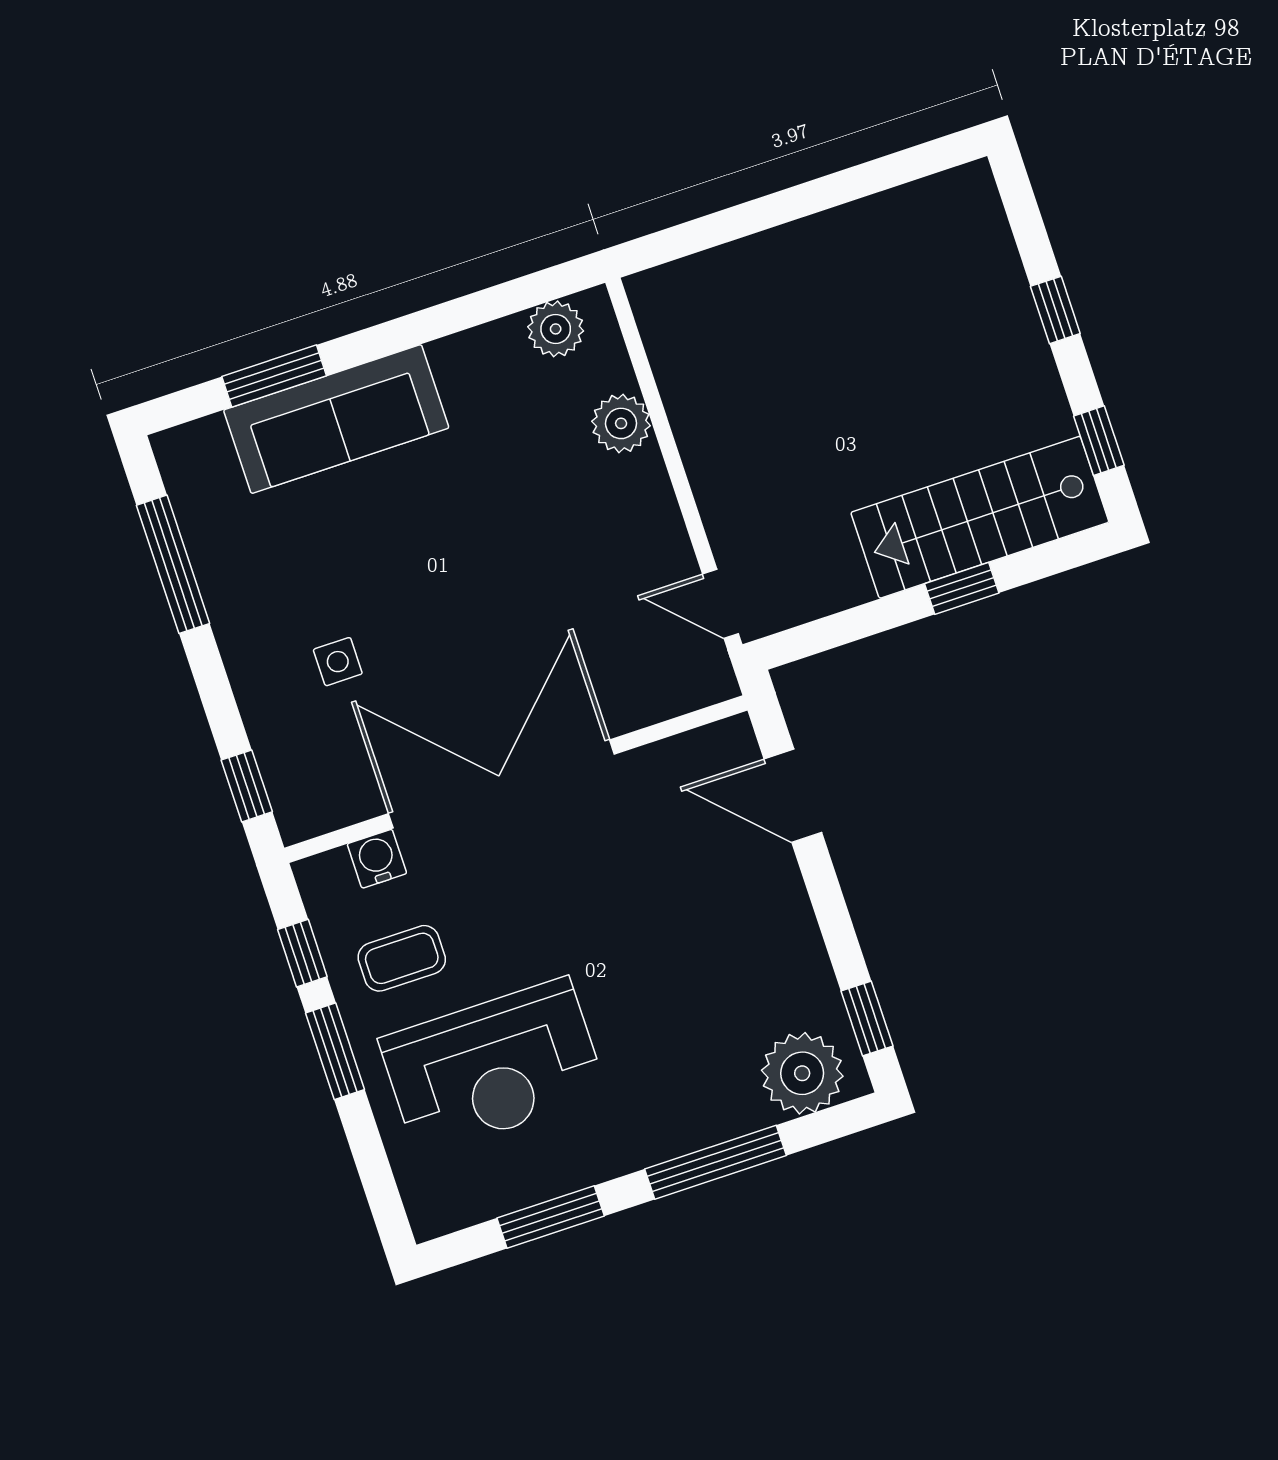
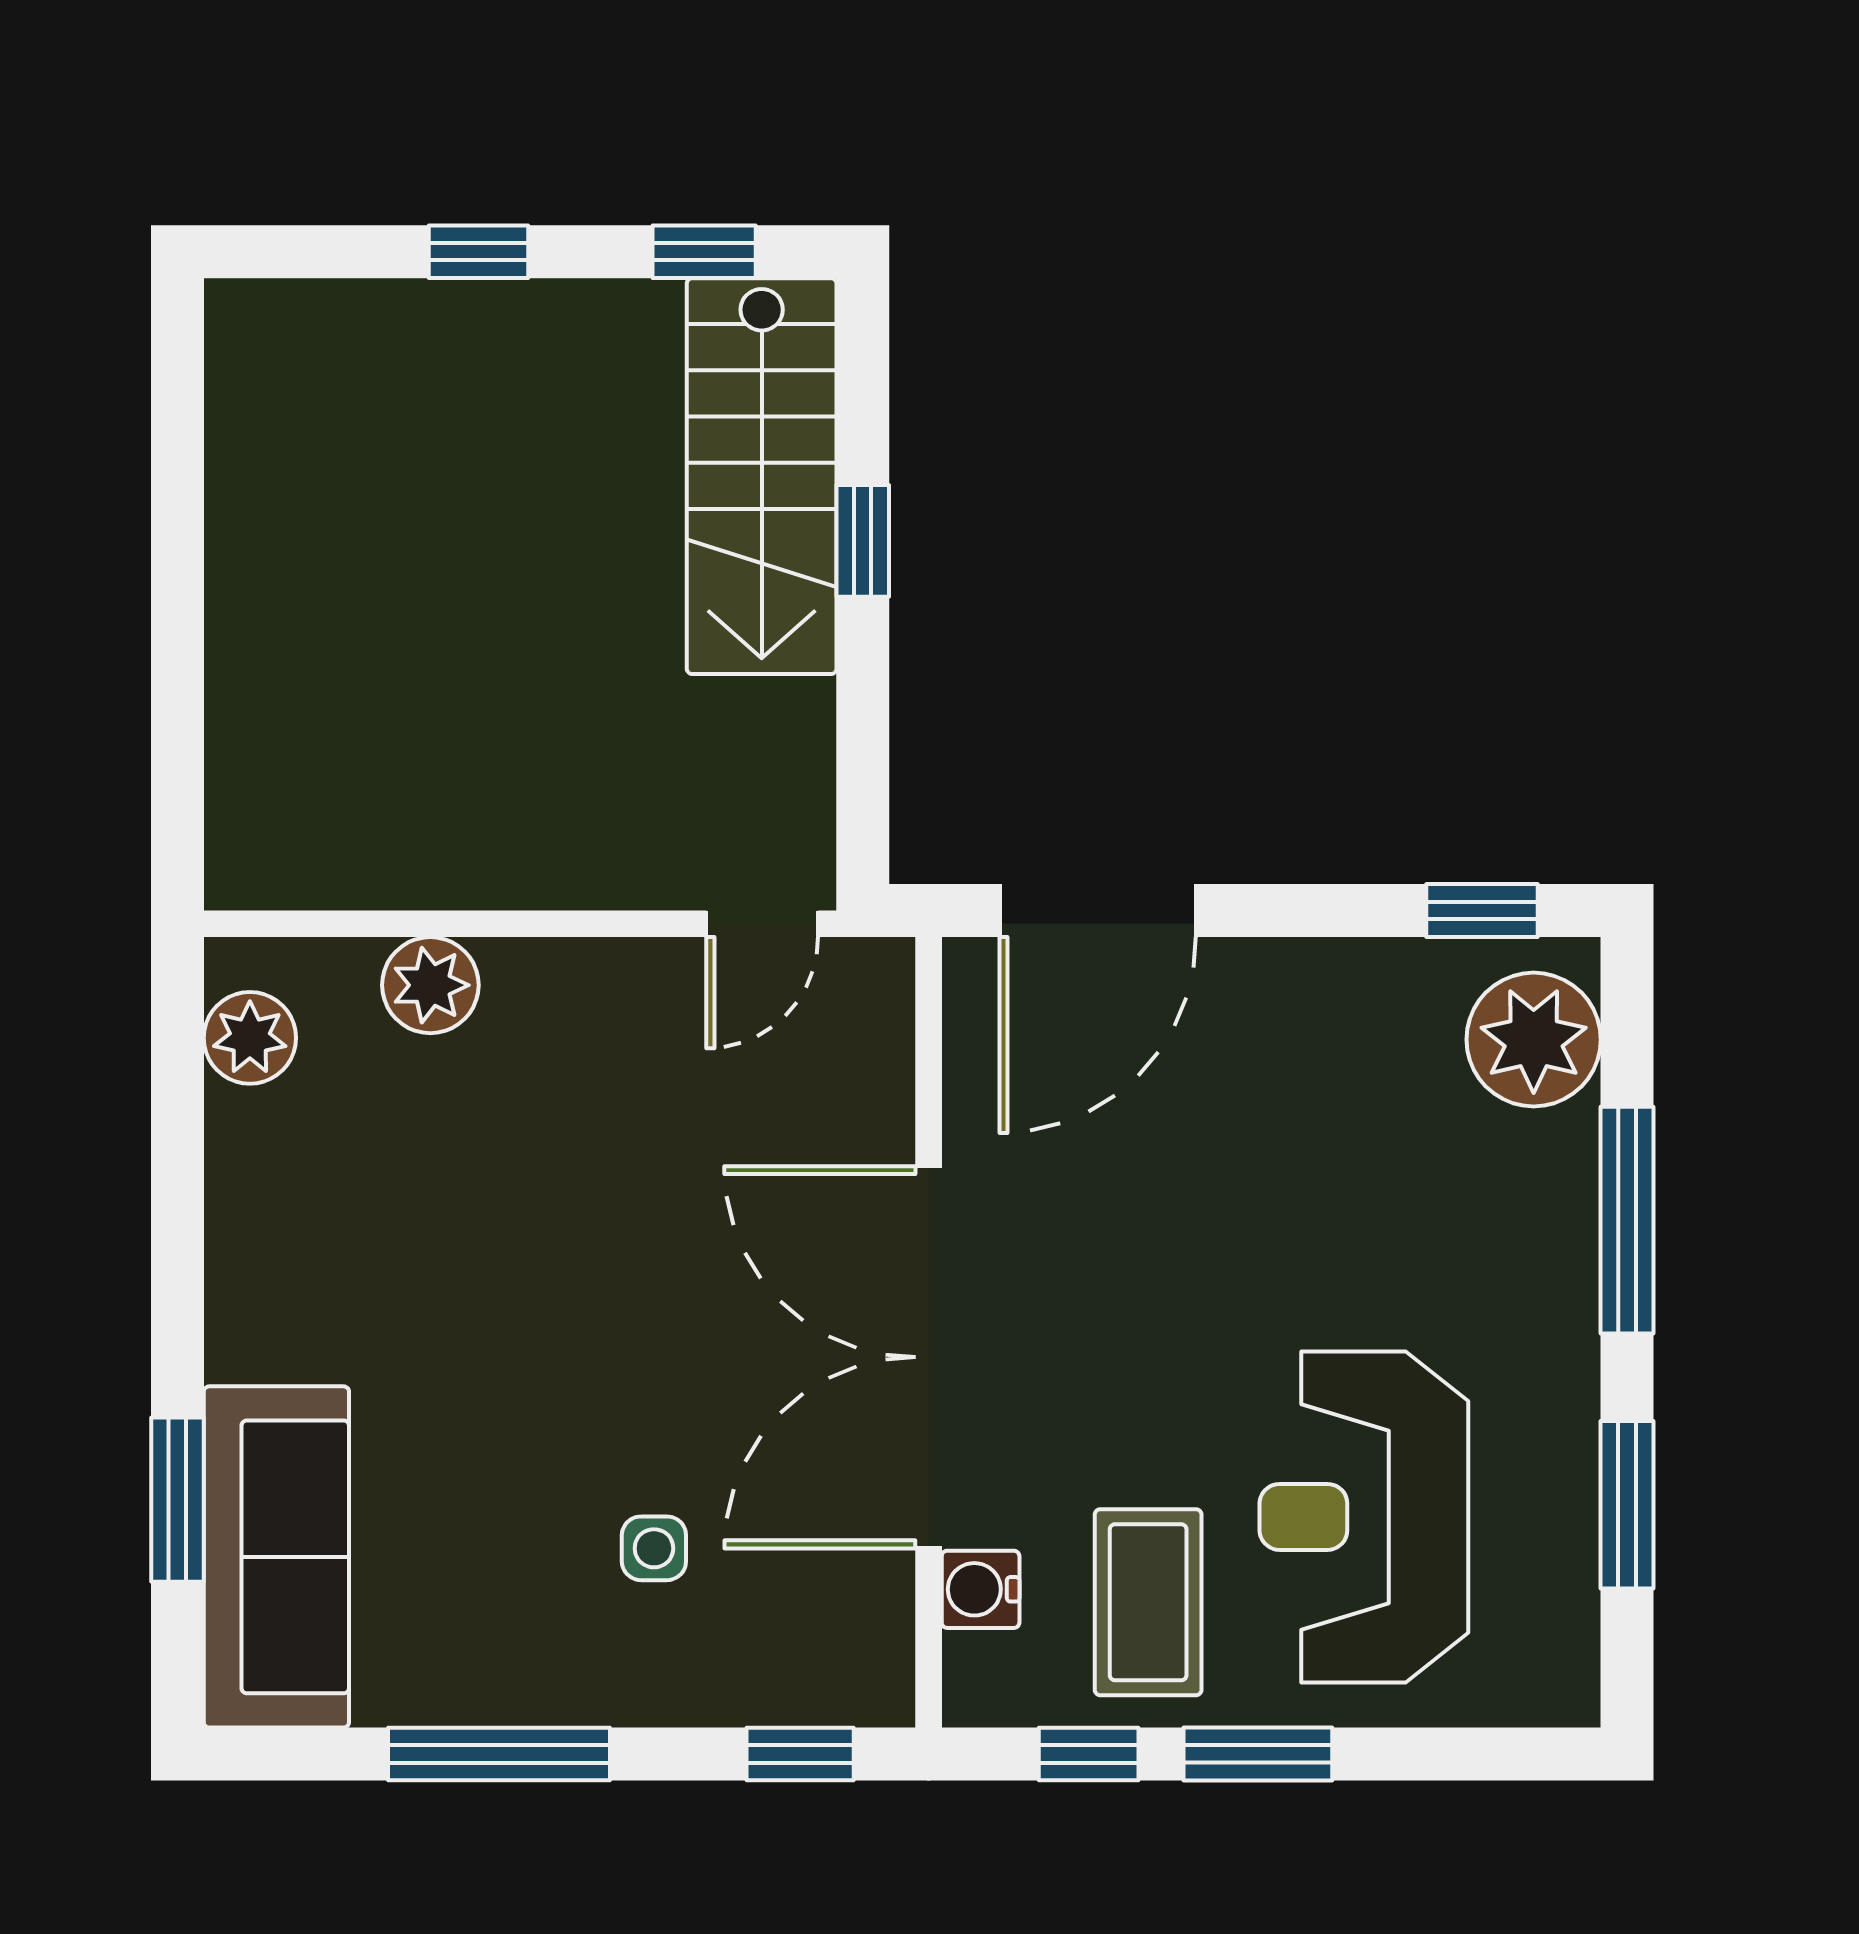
sofa: (336, 419) -> (276, 1557), moved
window: (173, 564) -> (499, 1754), moved
door: (793, 796) -> (1098, 911), width x1.36
coffee table: (402, 958) -> (1148, 1602), width x1.36, depth x1.30
reception desk: (493, 1067) -> (1364, 1517), turned 180

